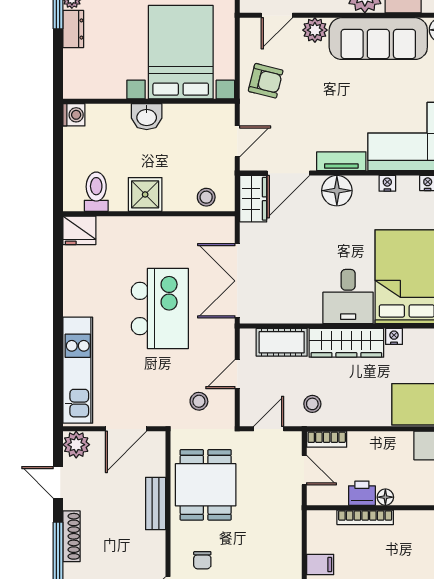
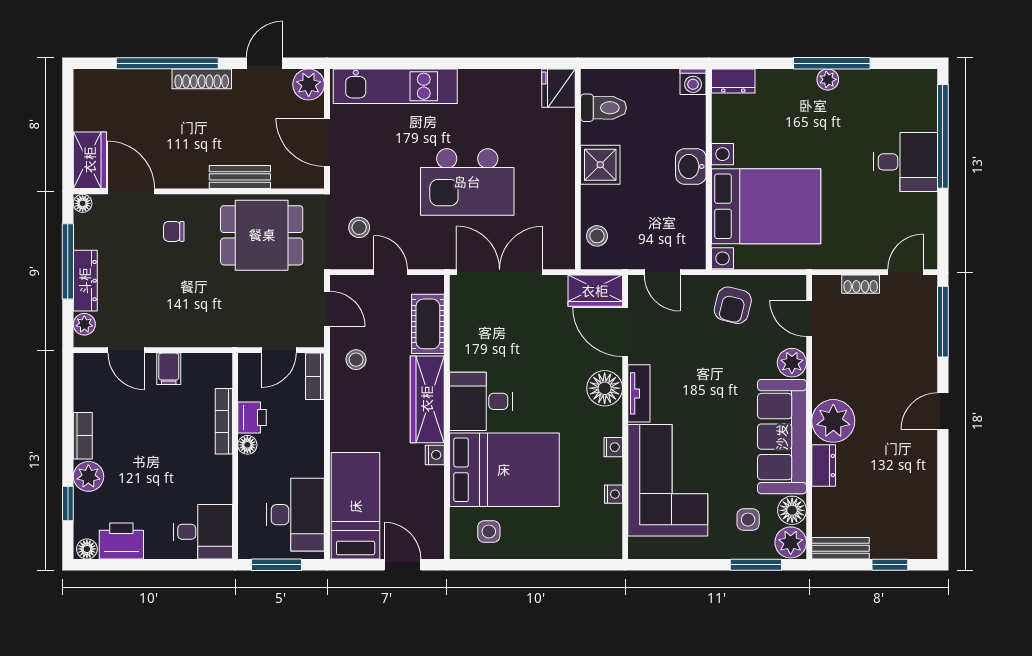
dresser: (73, 29) -> (733, 81), moved

